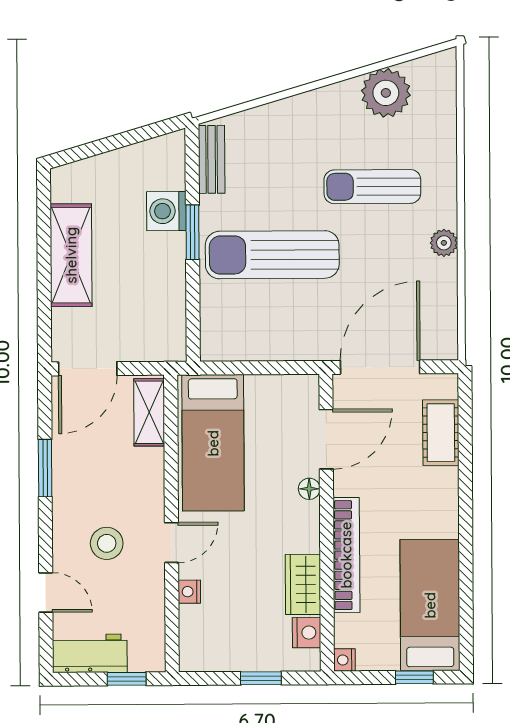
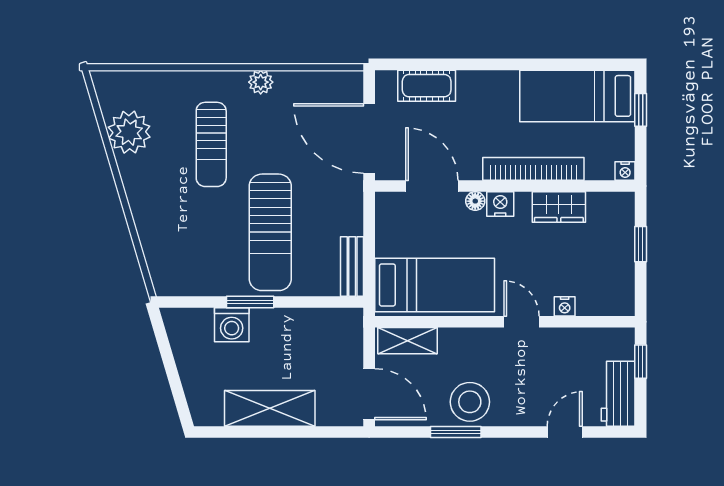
bench: (212, 159) -> (352, 266), moved, turned 90
stool: (107, 543) -> (470, 402), moved, width x1.38, depth x1.38
nightstand: (307, 633) -> (500, 204), moved

